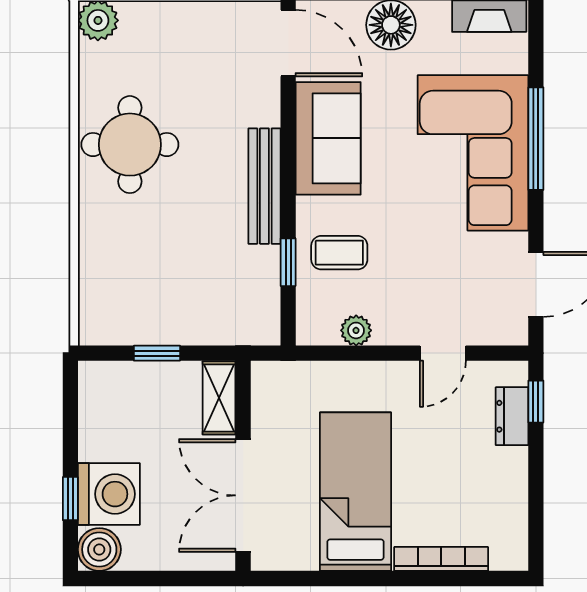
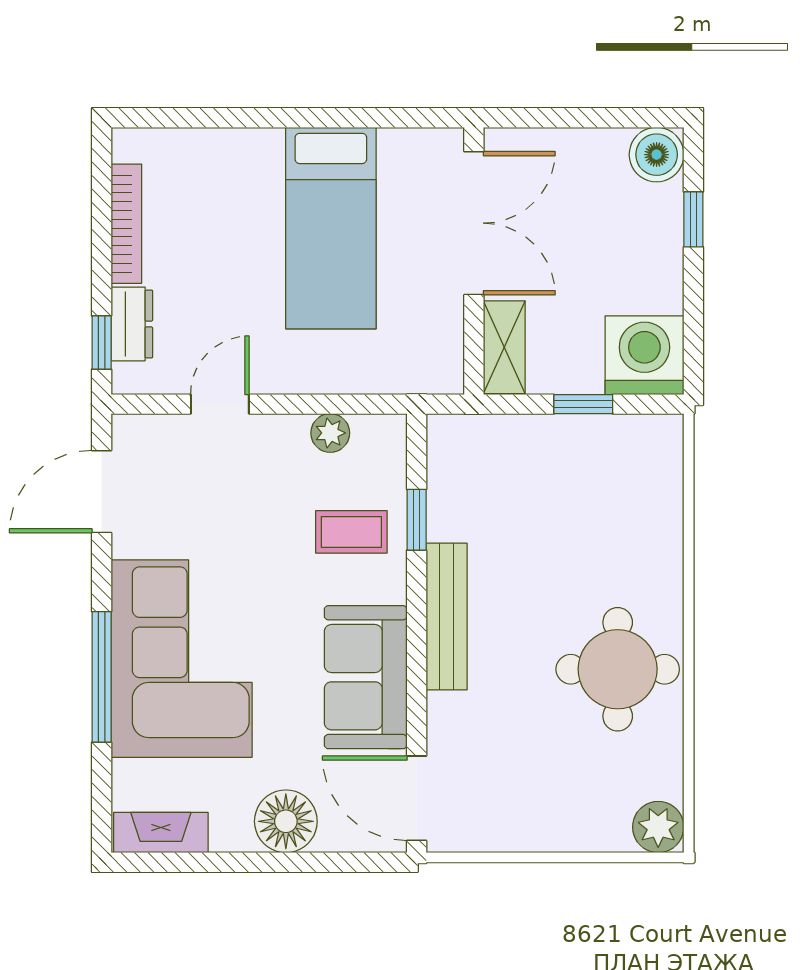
washing machine: (109, 494) -> (644, 355), moved, turned 90
bookcase: (441, 559) -> (126, 224), moved, turned -90

